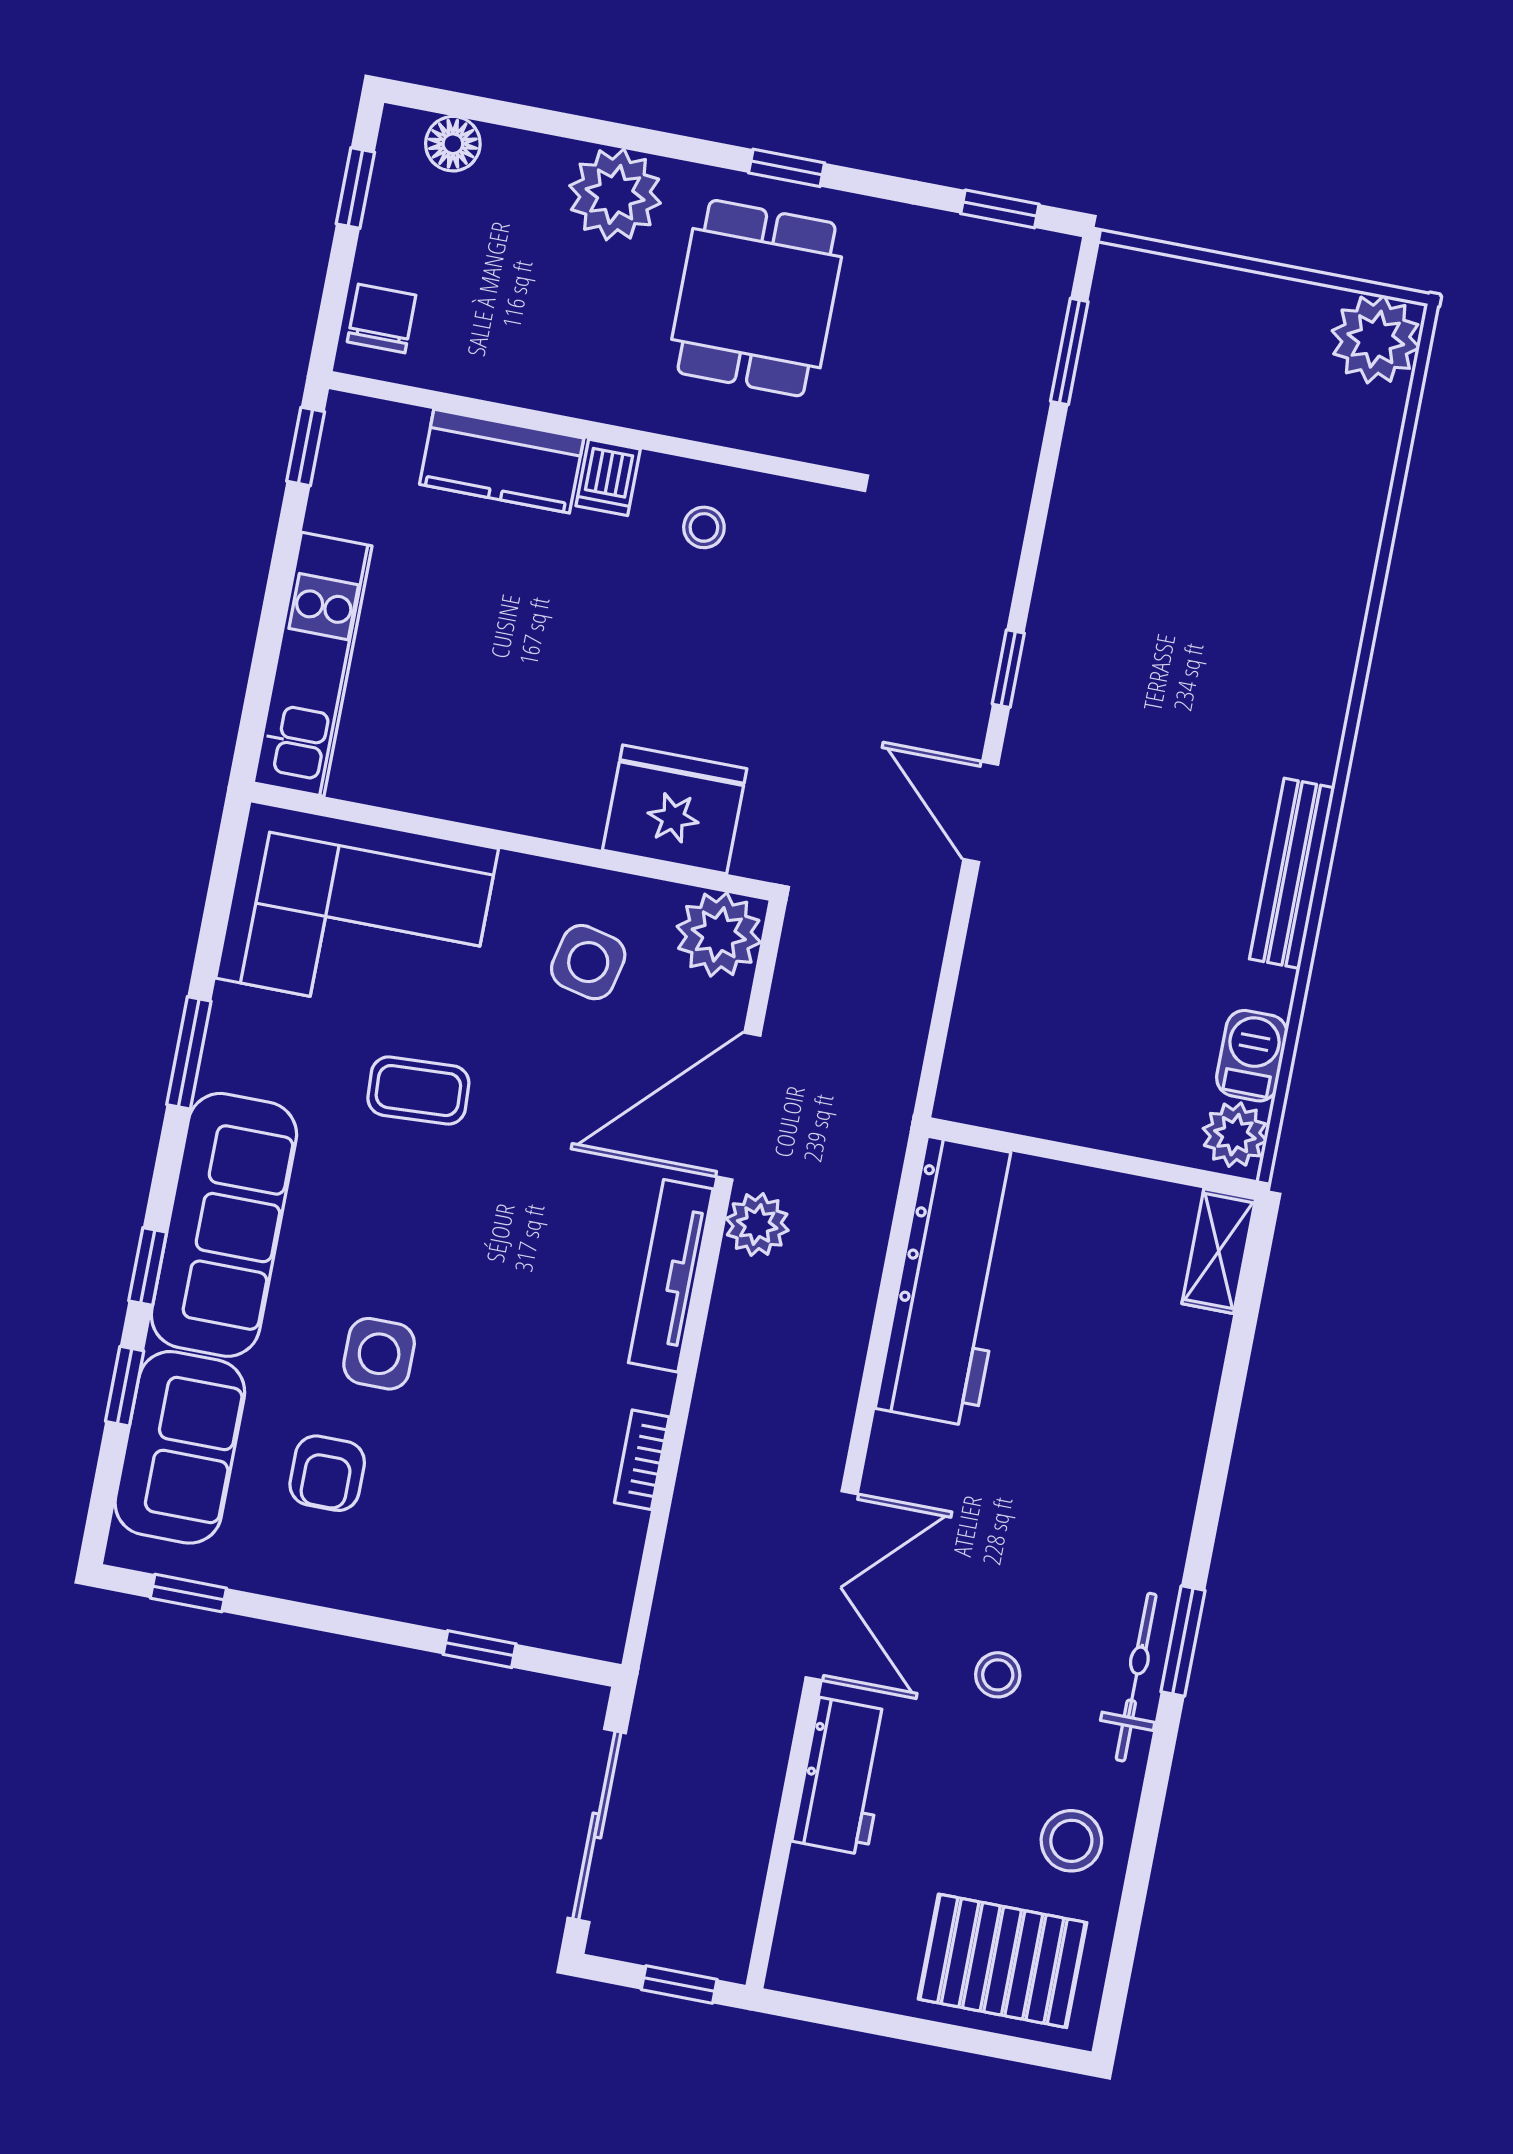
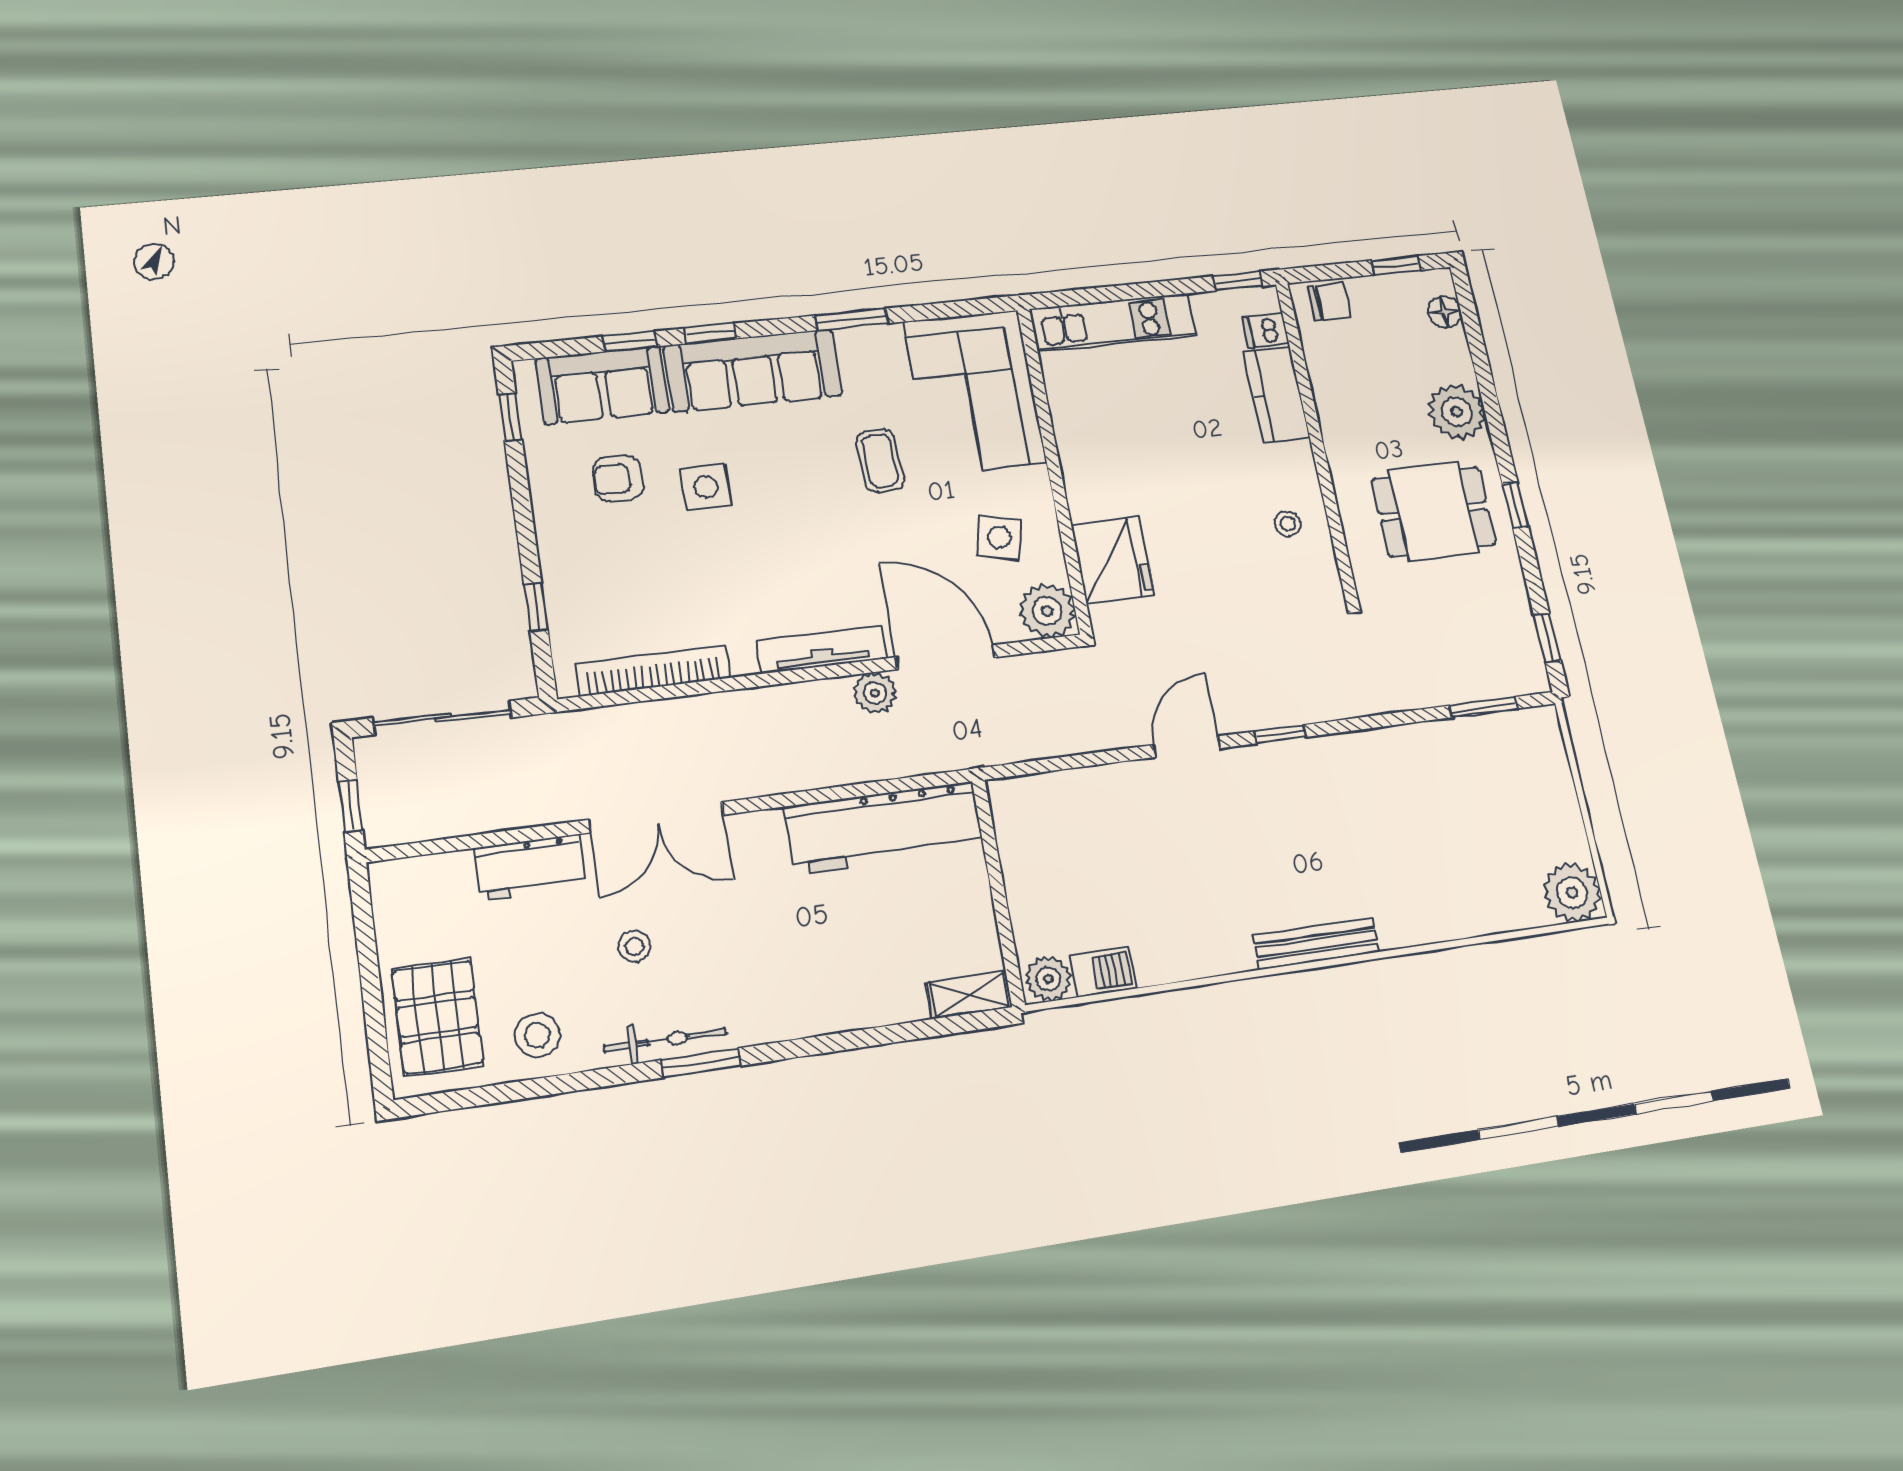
dishwasher: (608, 477) -> (1265, 331), moved
bench: (1292, 873) -> (1316, 944), moved
bookcase: (642, 1460) -> (653, 671), width x2.31, depth x1.31

